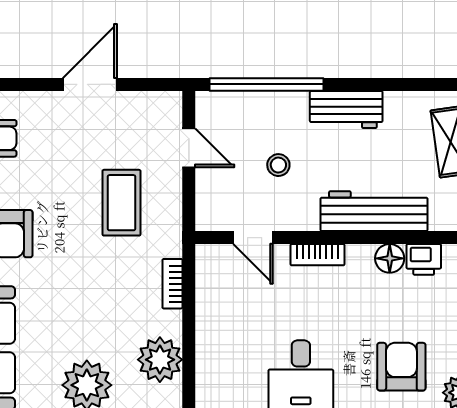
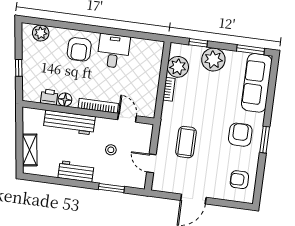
window: (266, 84) -> (111, 188), width x0.47
bookcase: (318, 255) -> (98, 106), width x1.56
bookcase: (172, 284) -> (169, 89), moved
armchair: (401, 367) -> (79, 49), moved

